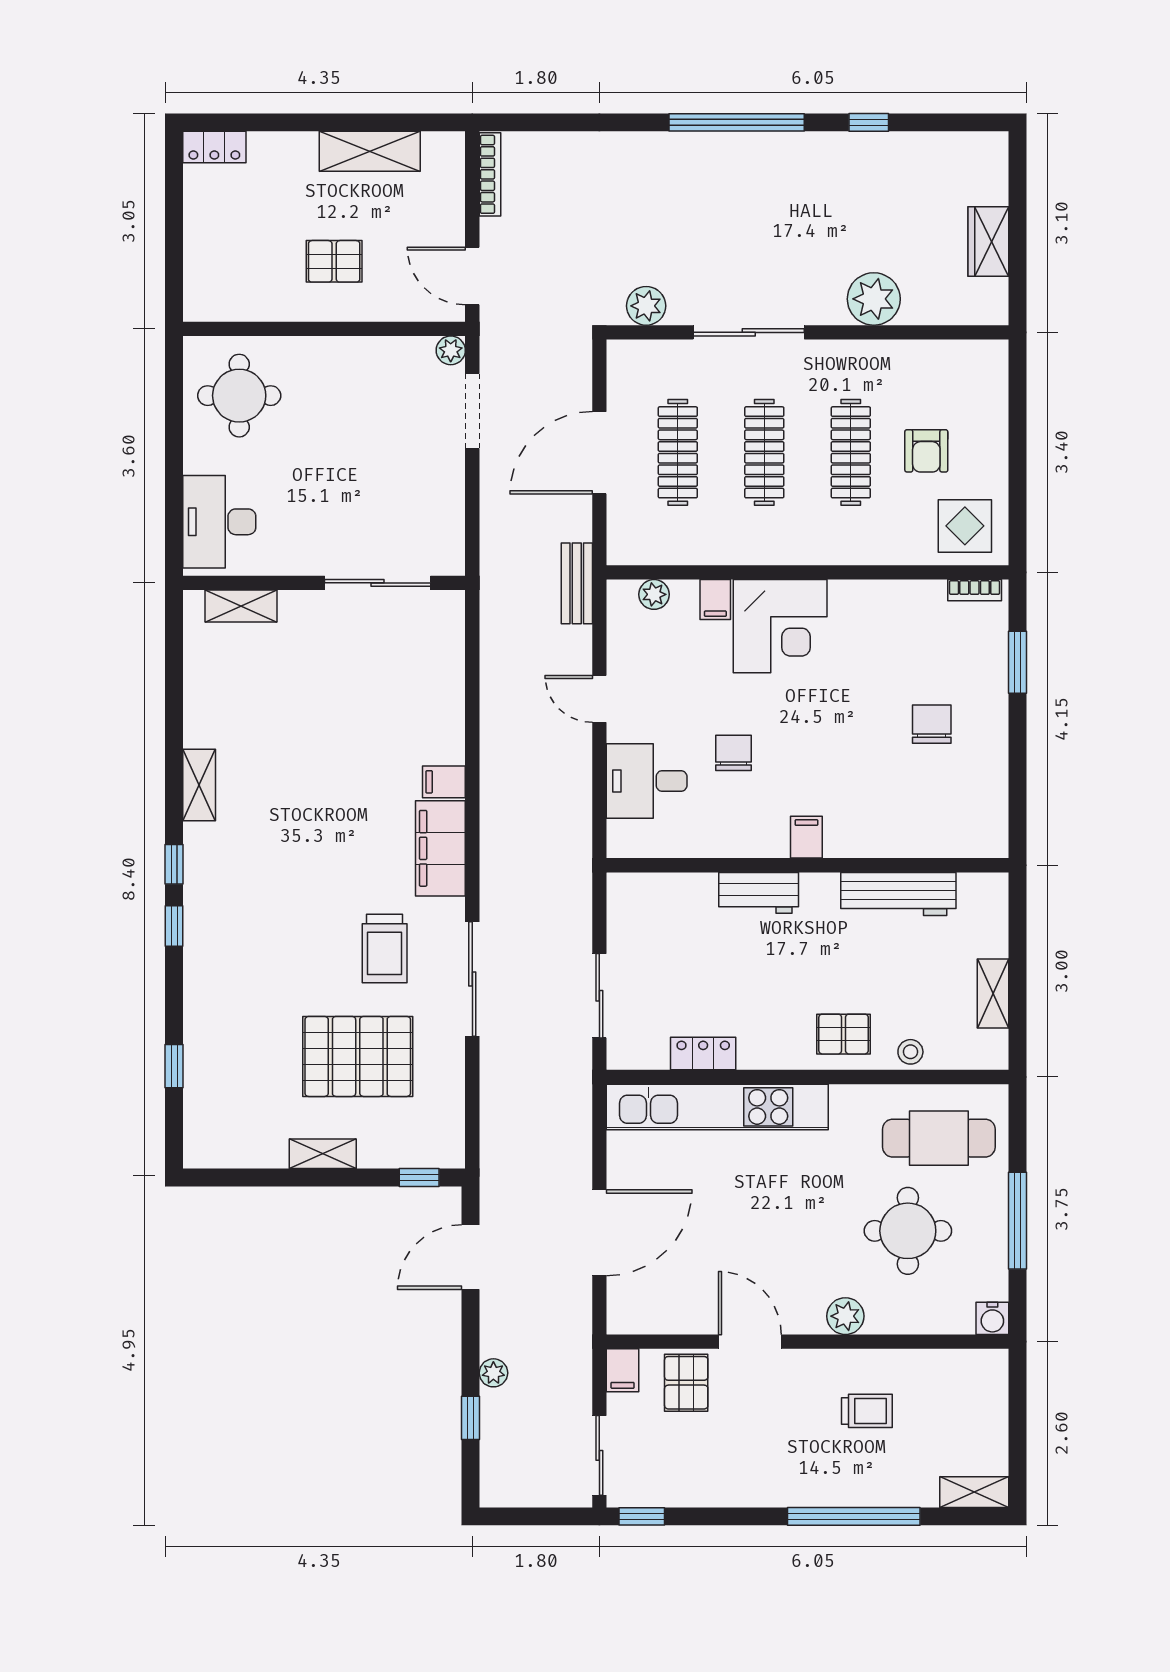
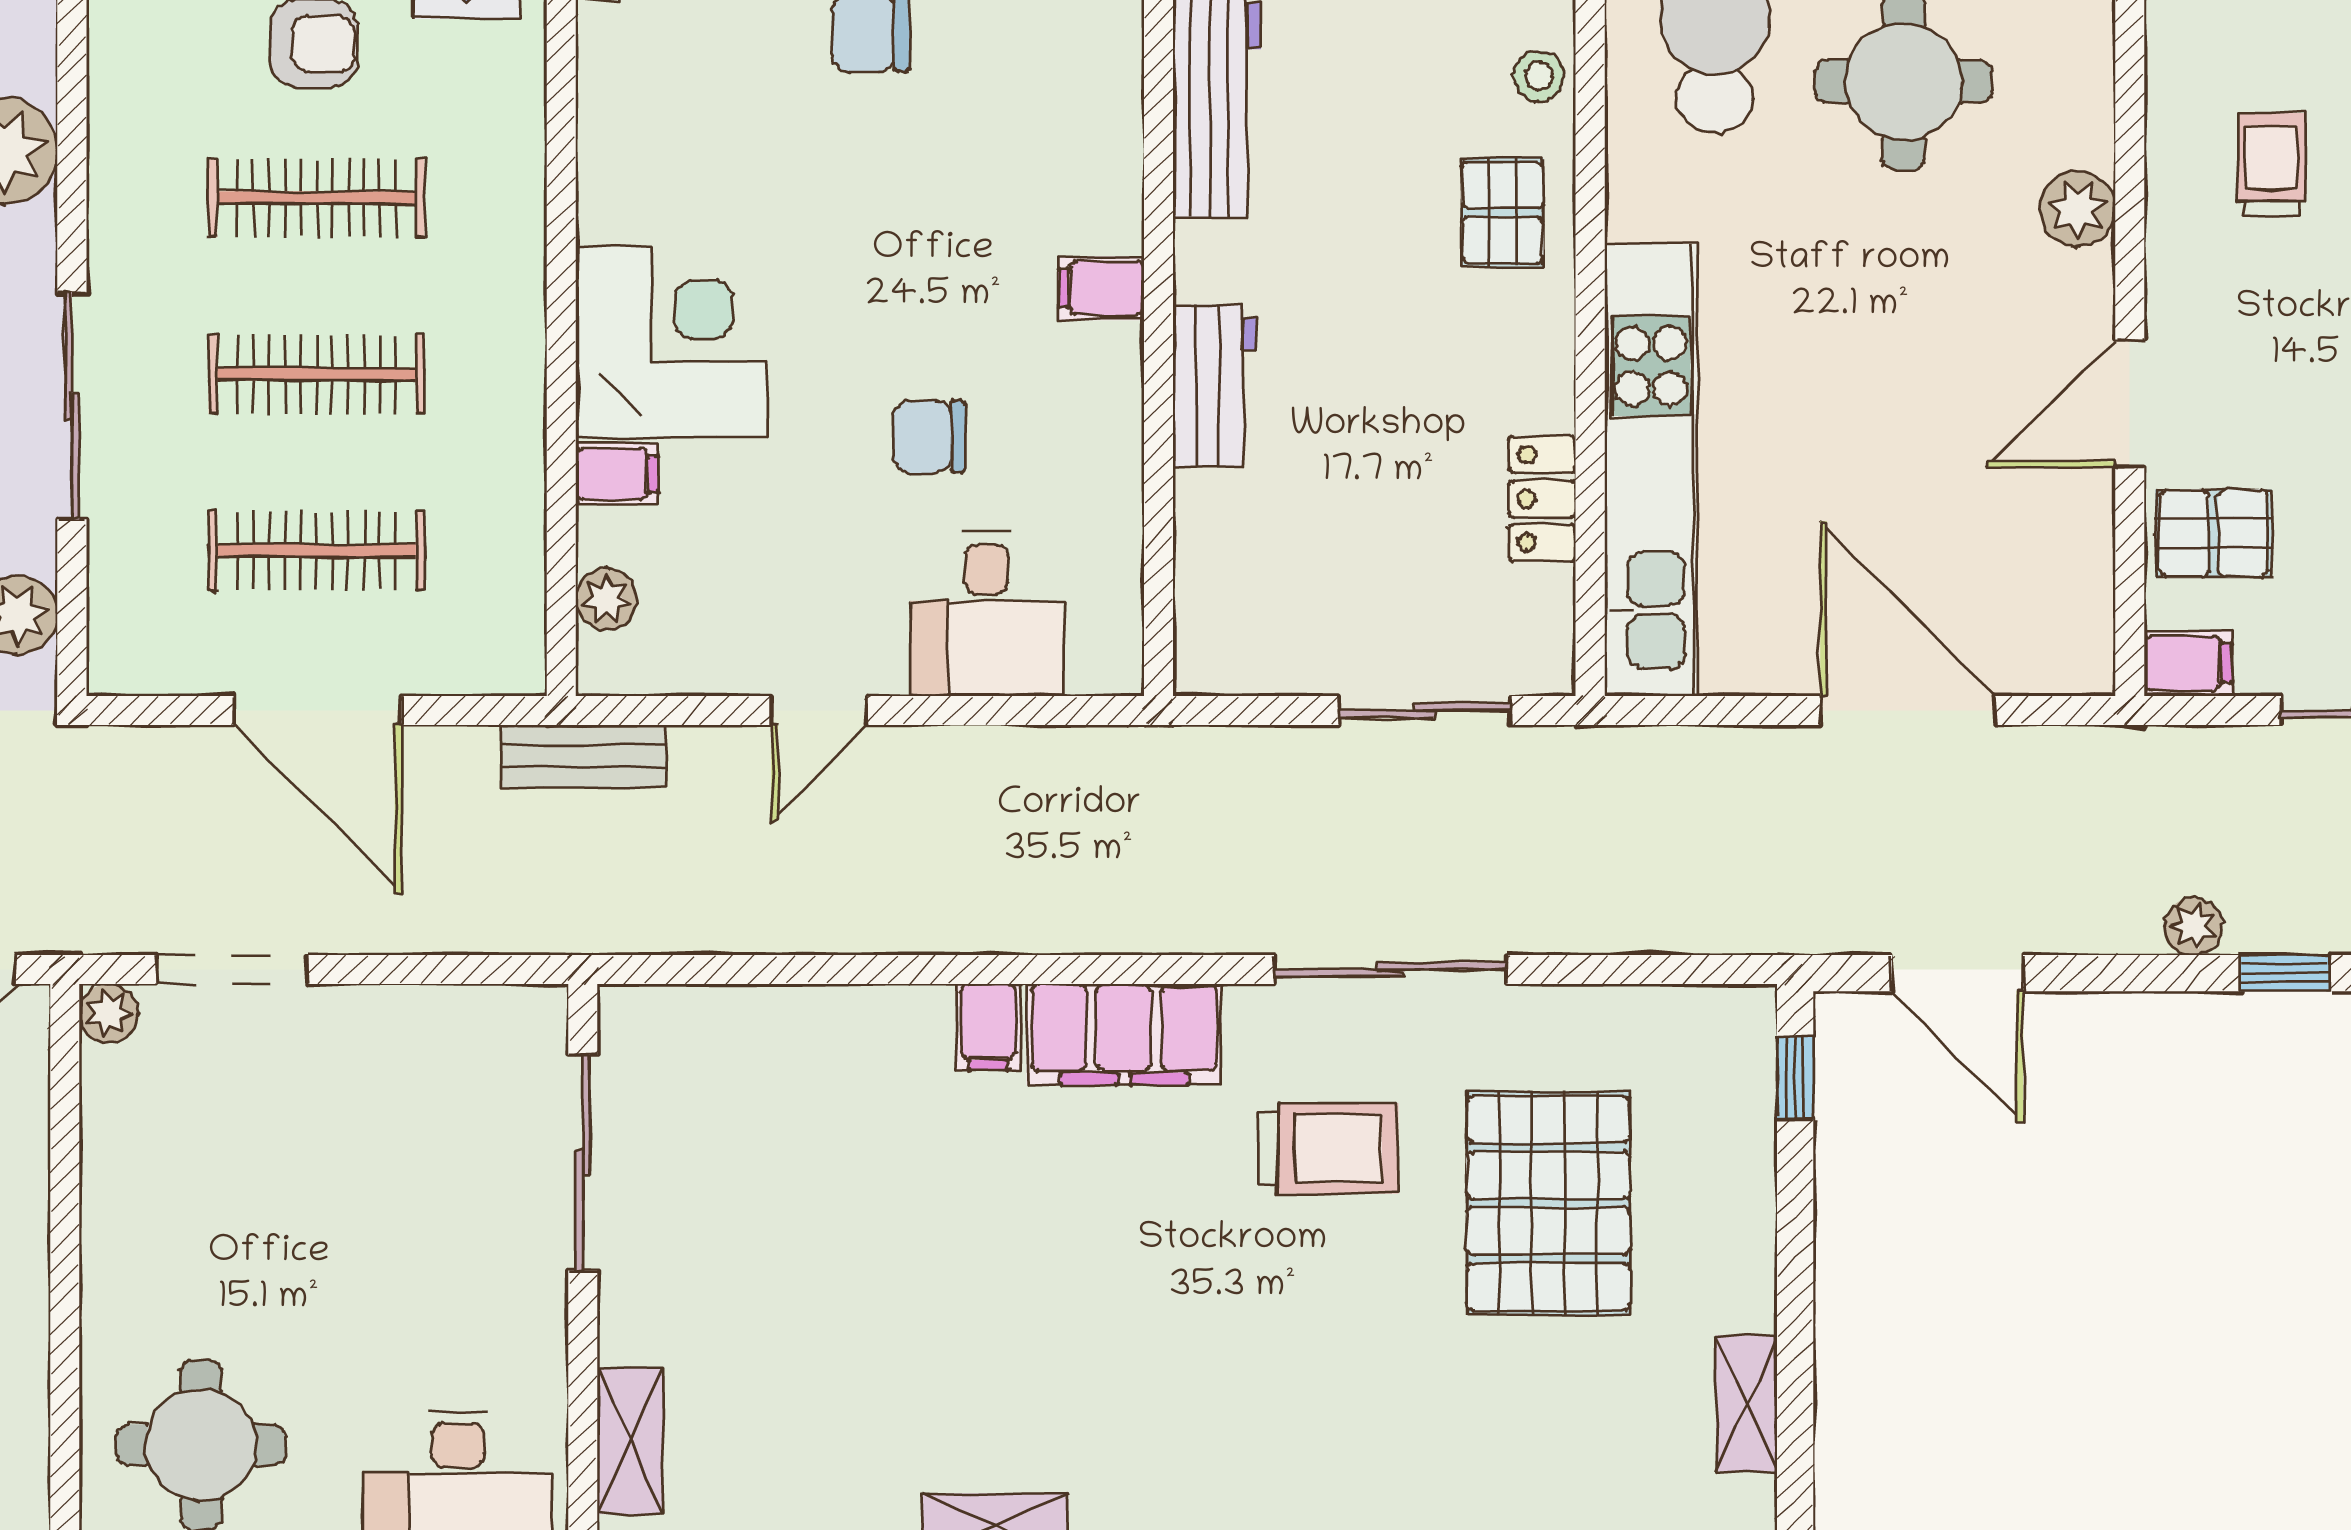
shelving: (323, 1154) -> (1747, 1403), moved

